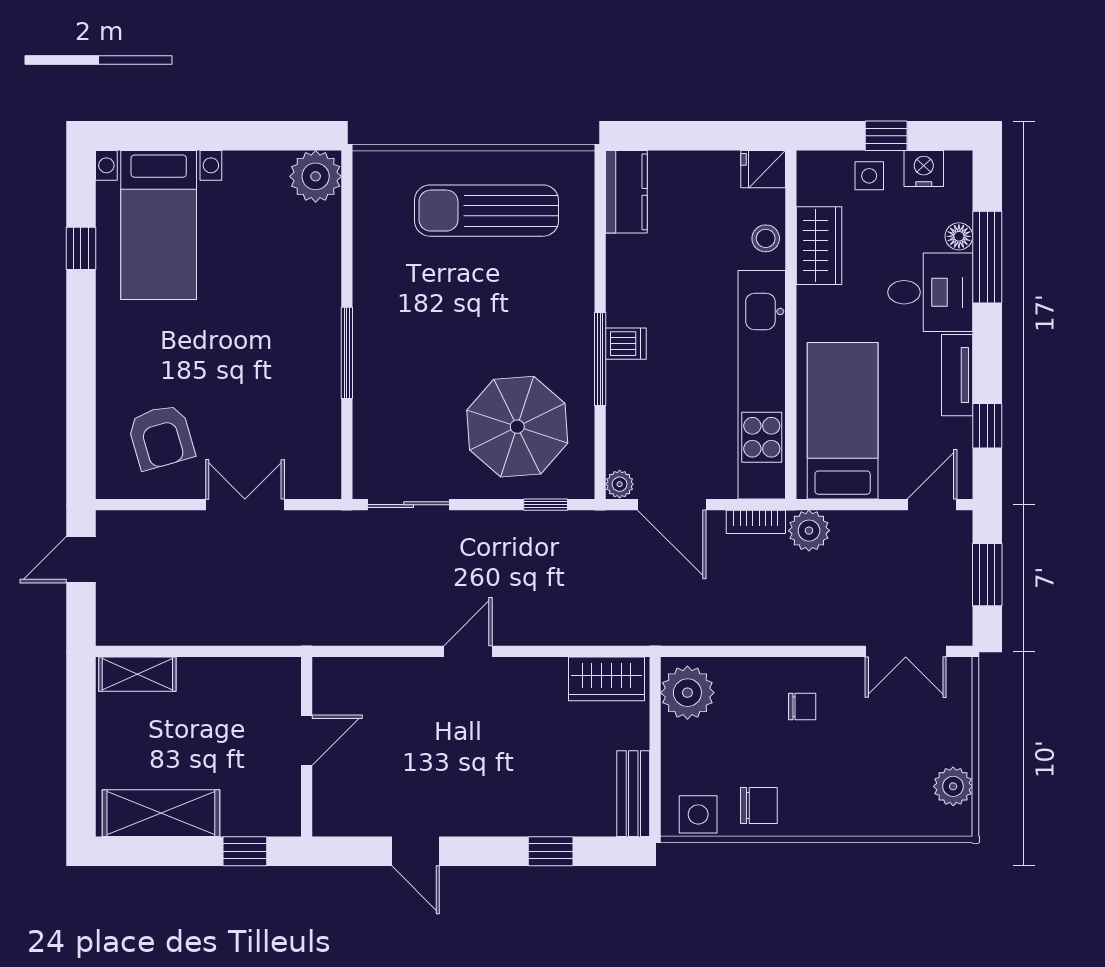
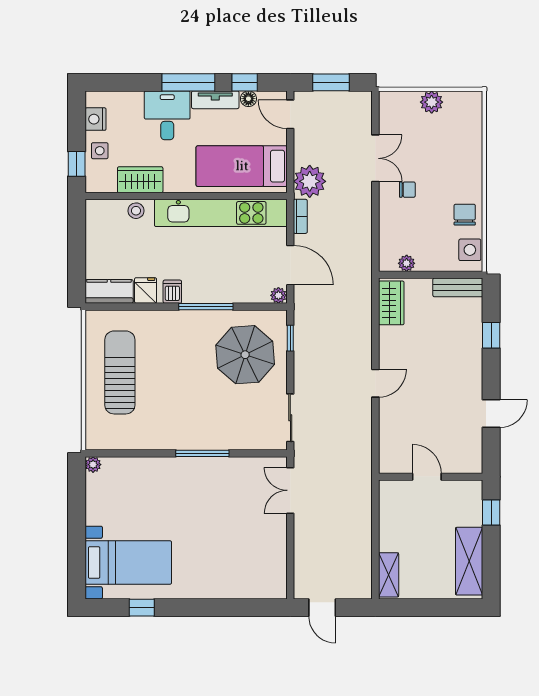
window: (886, 136) -> (77, 164), moved
fridge: (763, 169) -> (146, 290), moved, turned 180
plant: (316, 176) -> (93, 465), width x0.53, depth x0.53
sun lounger: (487, 211) -> (120, 372), turned 180
floor lamp: (959, 236) -> (248, 99), moved
window: (987, 257) -> (188, 82), moved
dishwasher: (626, 344) -> (172, 292), moved
armchair: (161, 437) -> (251, 561), removed
double door: (245, 505) -> (290, 490), moved
door: (672, 505) -> (290, 265), hinge flipped
plant: (809, 531) -> (310, 181), width x1.36, depth x1.36
door: (468, 651) -> (375, 383), swing flipped
double door: (906, 651) -> (375, 158), moved
plant: (687, 693) -> (407, 263), width x0.53, depth x0.53
chair: (802, 706) -> (407, 190), turned 90
plant: (953, 786) -> (432, 102), moved

